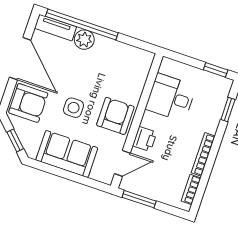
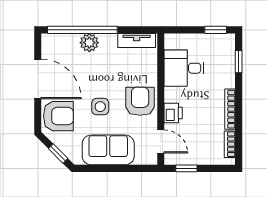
tv unit: (56, 27) -> (137, 40), moved
door: (122, 163) -> (161, 142), hinge flipped
window: (139, 199) -> (186, 168), width x0.67

